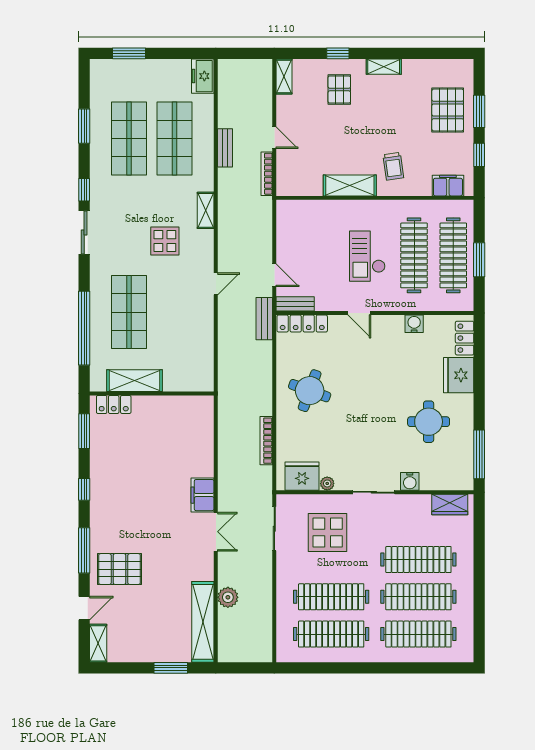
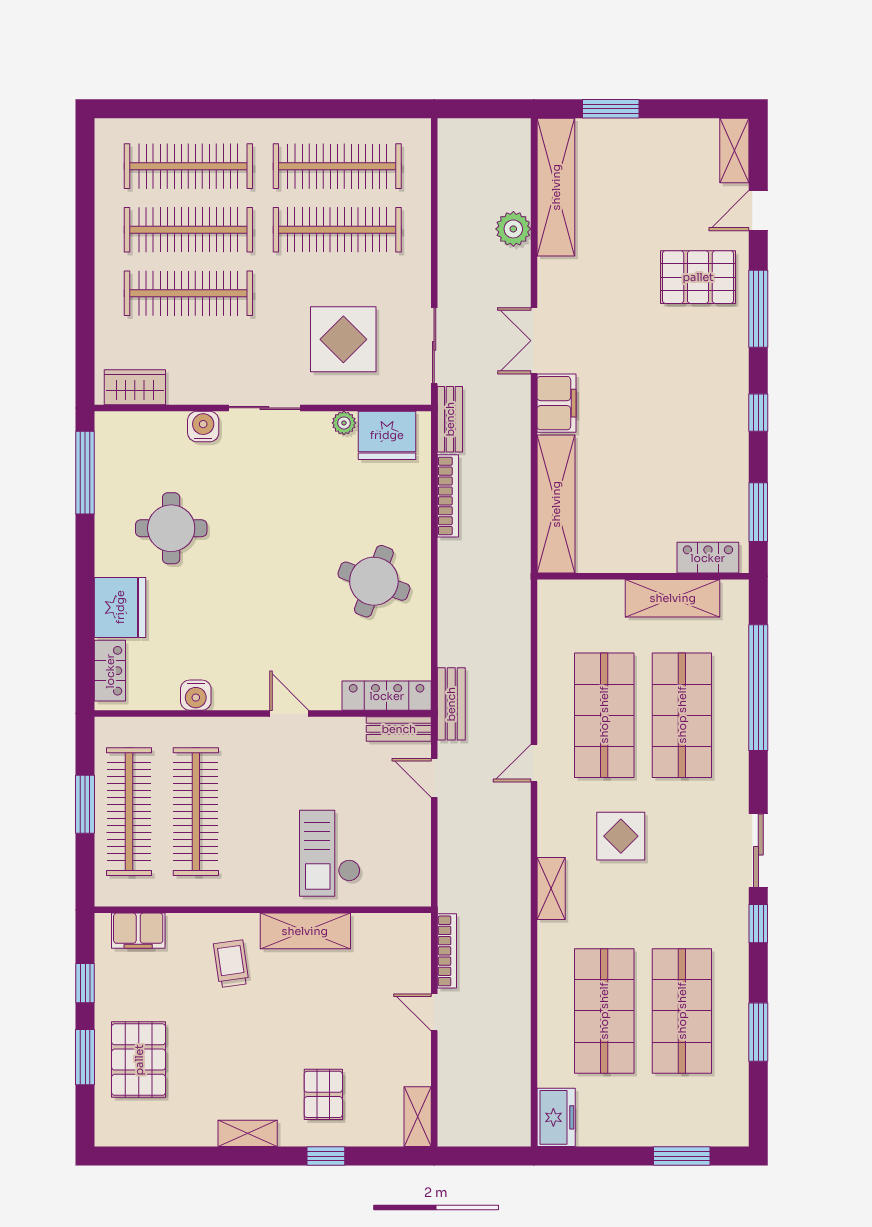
bench: (225, 148) -> (450, 419), moved
checkout: (367, 256) -> (330, 853), moved, turned 180
shop shelf: (175, 312) -> (604, 715), added
shelving: (203, 436) -> (556, 504), added

